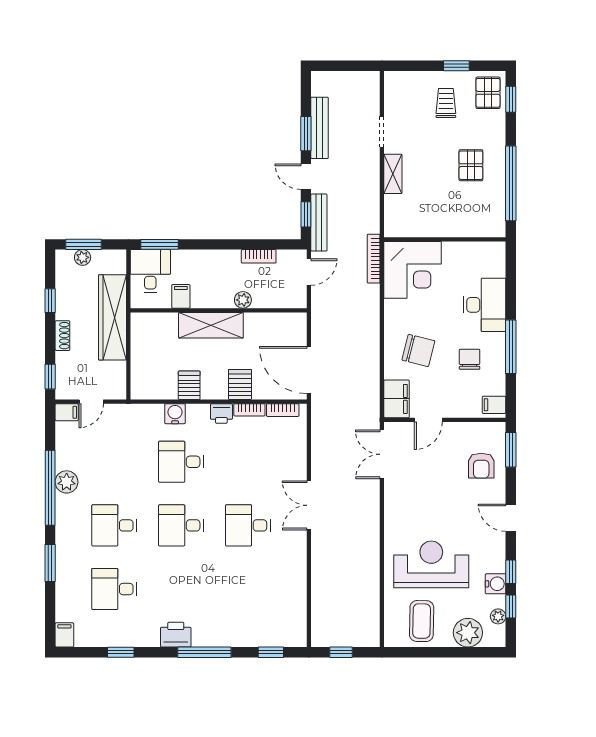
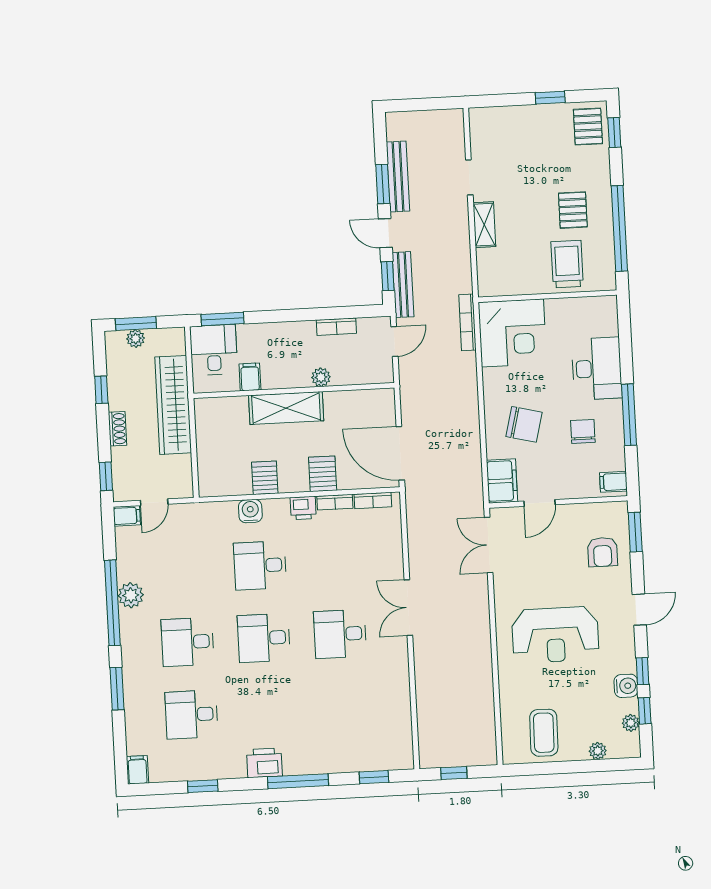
trolley: (446, 103) -> (567, 264), moved, width x1.36, depth x1.39
door: (511, 518) -> (639, 610), swing flipped
reception desk: (431, 564) -> (555, 635), moved, turned 180
plant: (468, 633) -> (598, 751), width x0.53, depth x0.53

